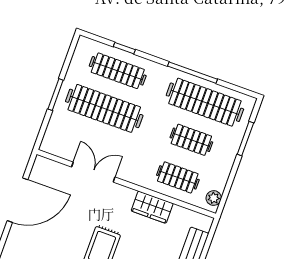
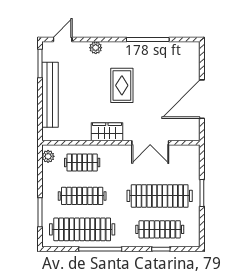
clothes rail: (191, 140) -> (82, 196), width x1.36
wardrobe: (152, 207) -> (107, 132), moved

